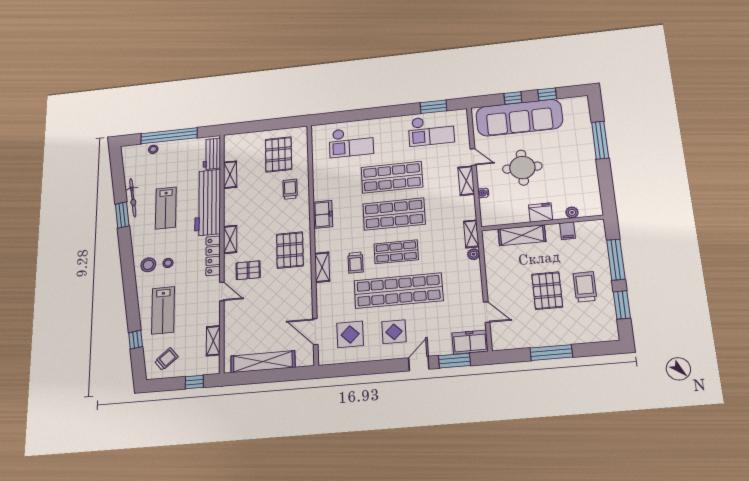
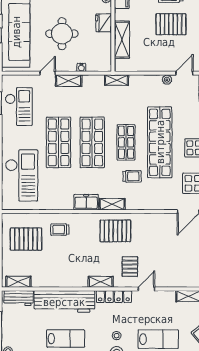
checkout: (351, 142) -> (22, 175), width x1.36, depth x1.21
shelving: (230, 175) -> (18, 282), moved
plant: (474, 254) -> (167, 80), moved
shelving: (322, 267) -> (112, 204), moved

